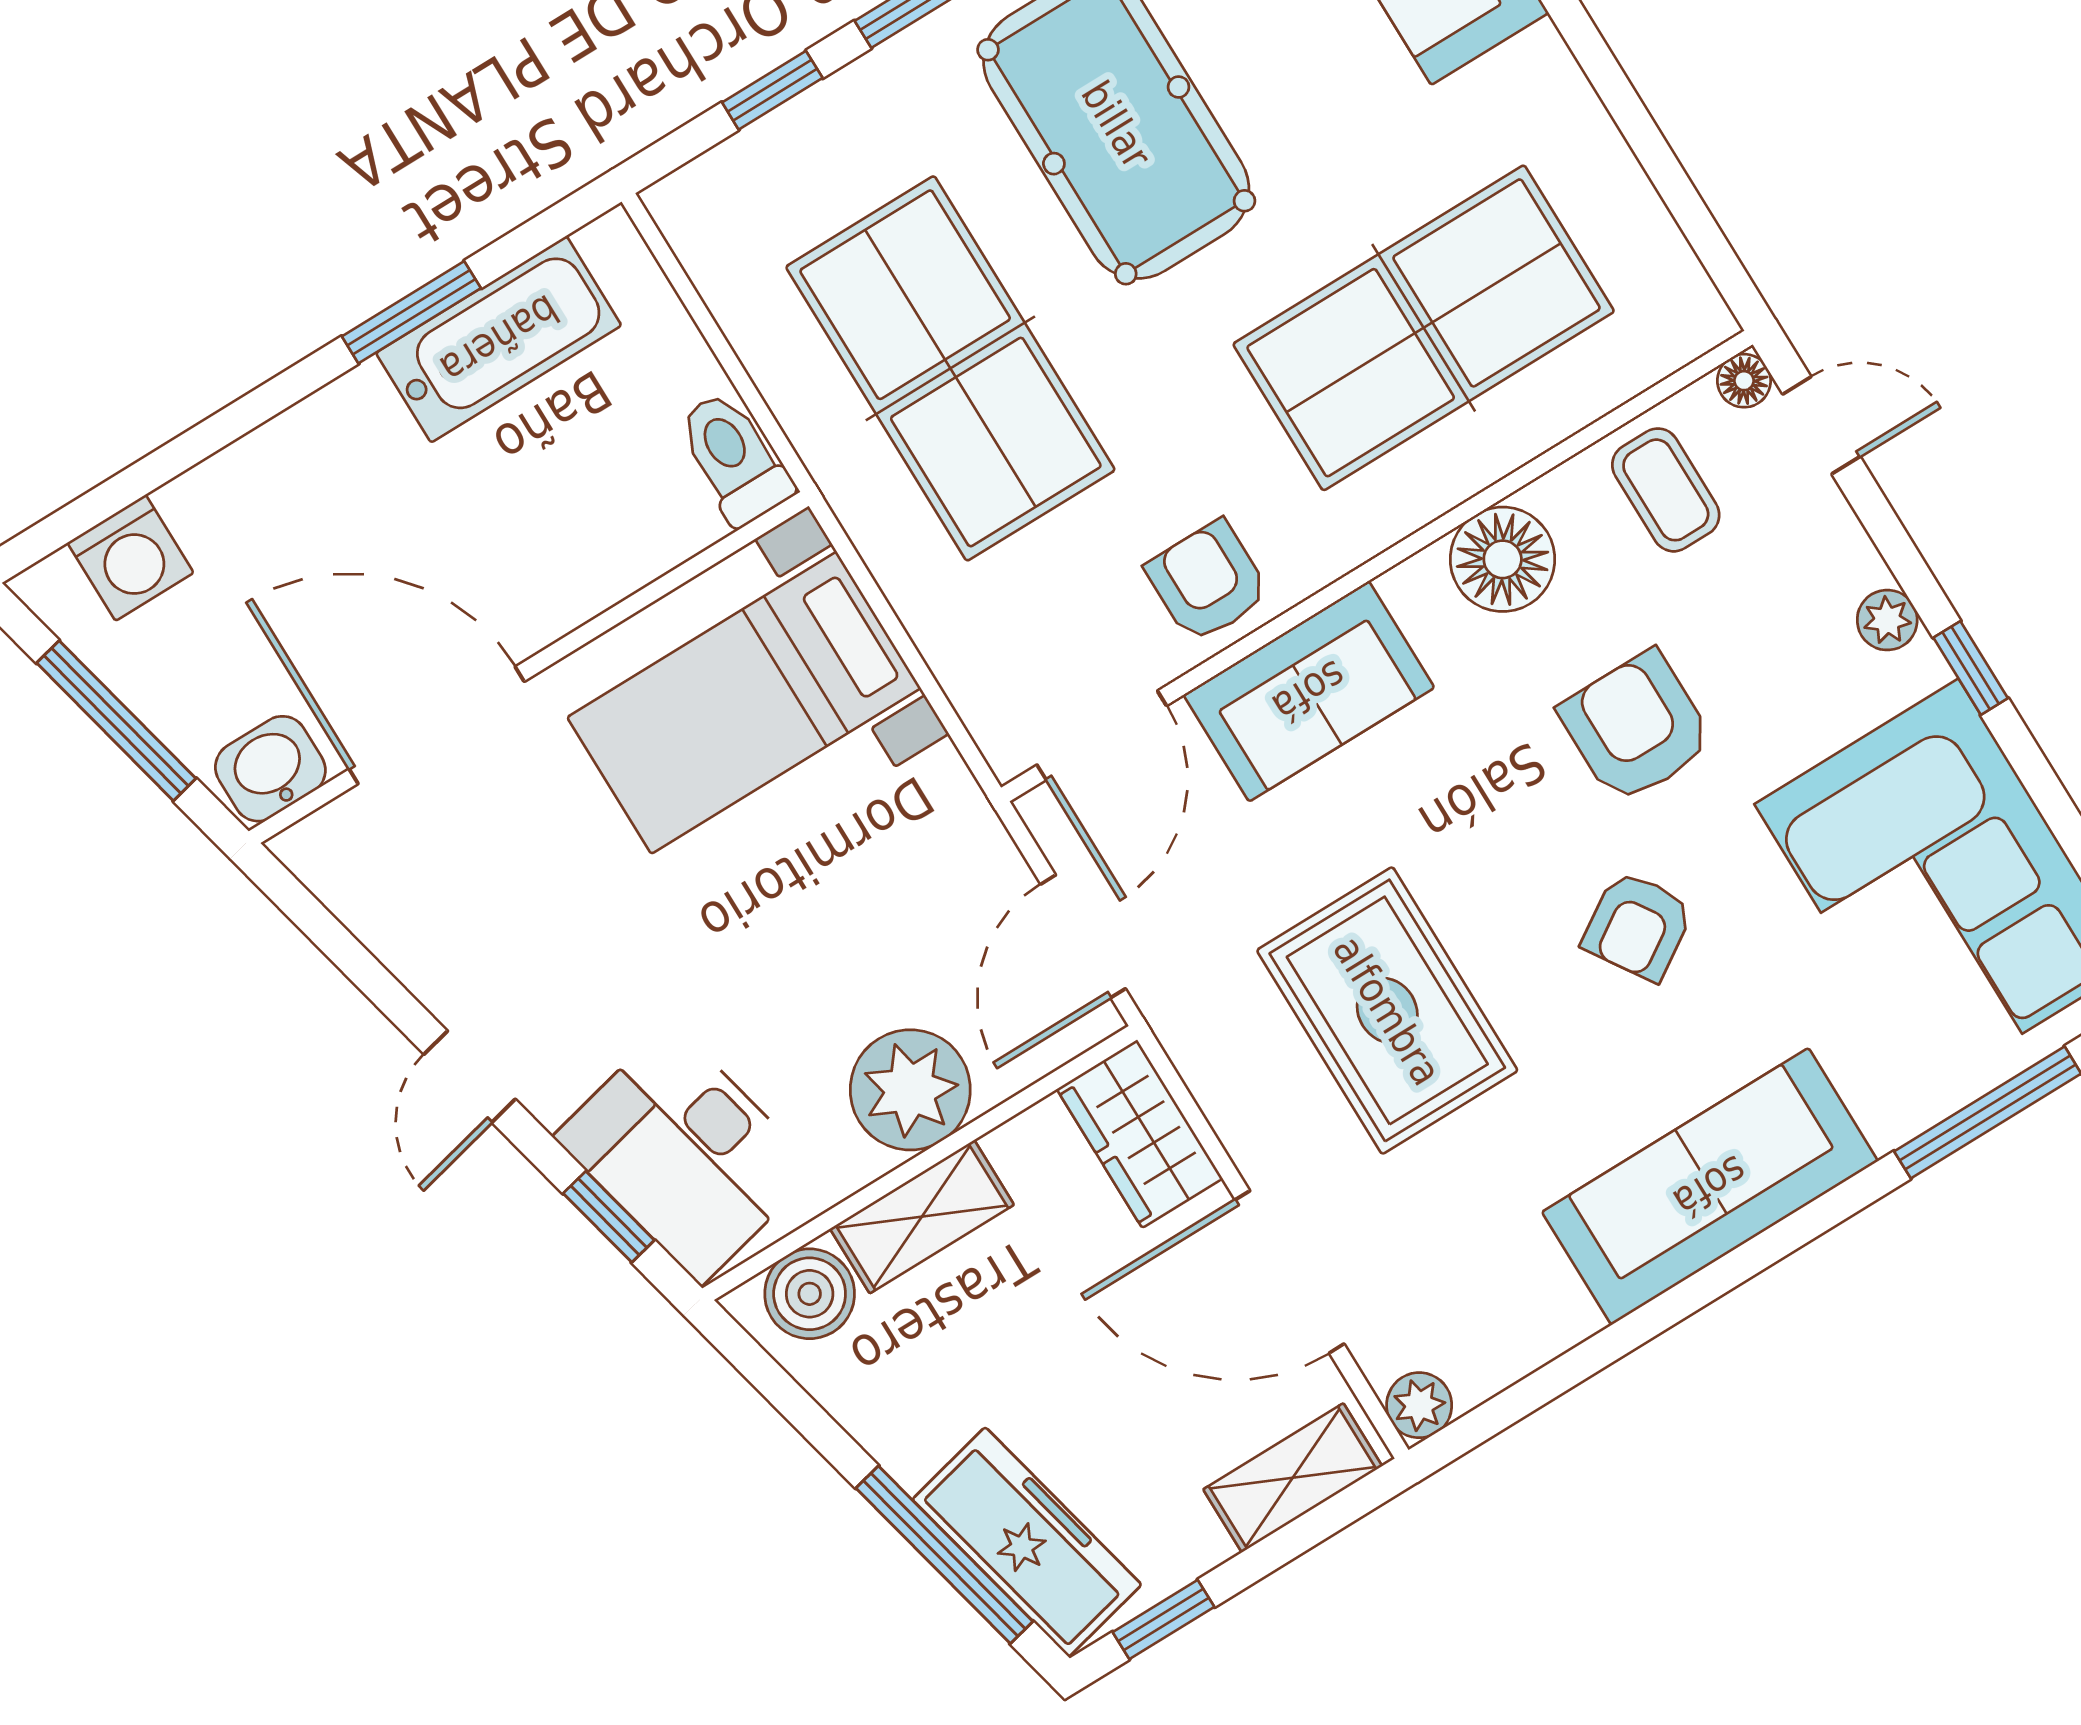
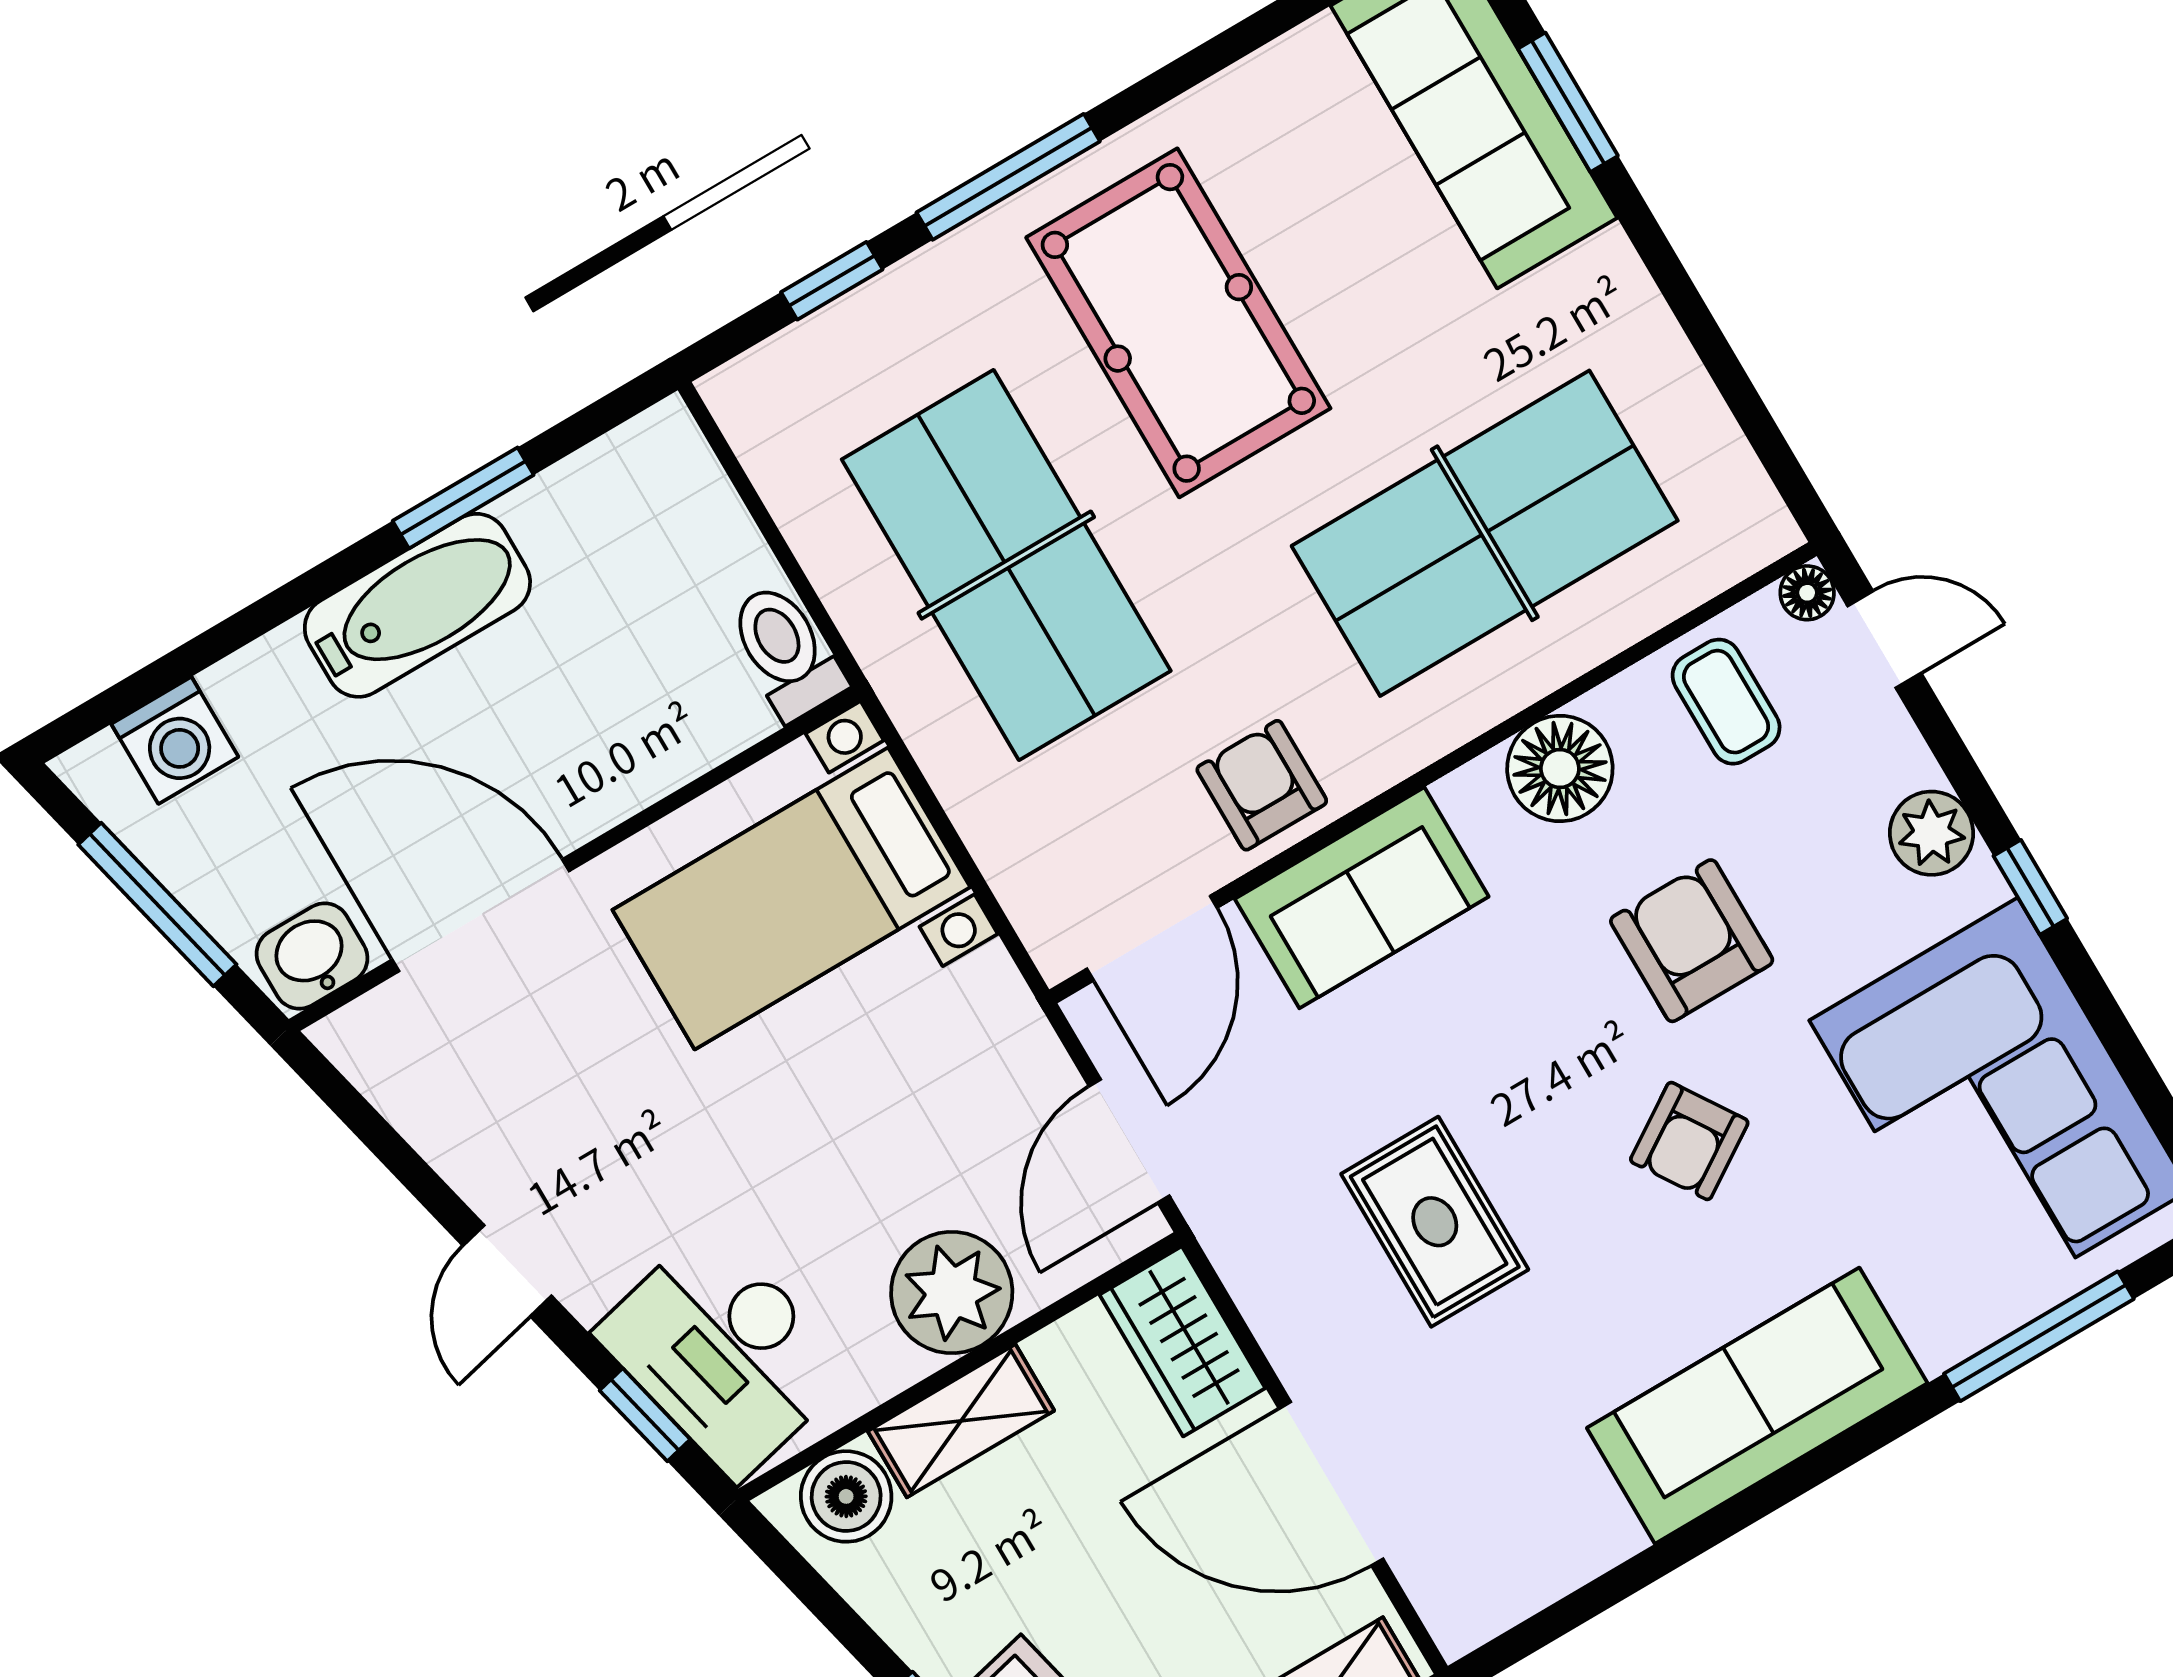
bathtub: (499, 339) -> (417, 605), moved
plant: (1887, 620) -> (1931, 833), width x1.38, depth x1.38
rug: (1387, 1011) -> (1435, 1222), width x0.73, depth x0.70
plant: (1419, 1405) -> (1459, 1621), removed

